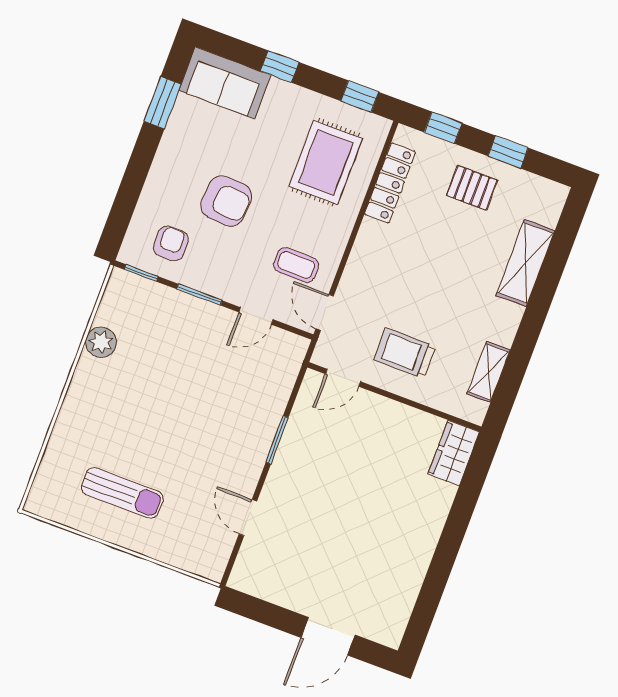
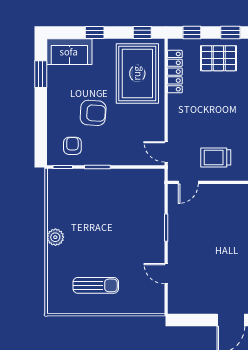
rug: (326, 162) -> (137, 73), width x1.37, depth x1.44
pallet: (472, 188) -> (218, 58), width x1.50, depth x1.42
coffee table: (296, 265) -> (142, 133), removed
door: (256, 316) -> (131, 167), removed
plant: (101, 342) -> (55, 237), moved

